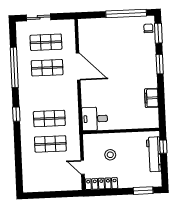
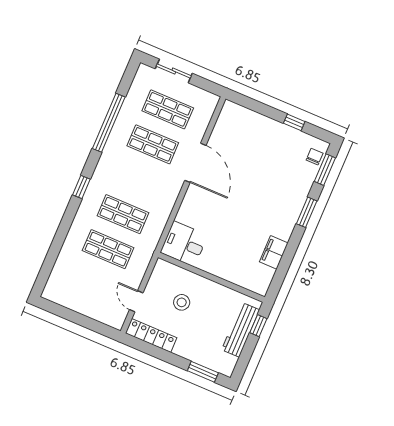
window: (126, 14) -> (294, 122), width x0.32

